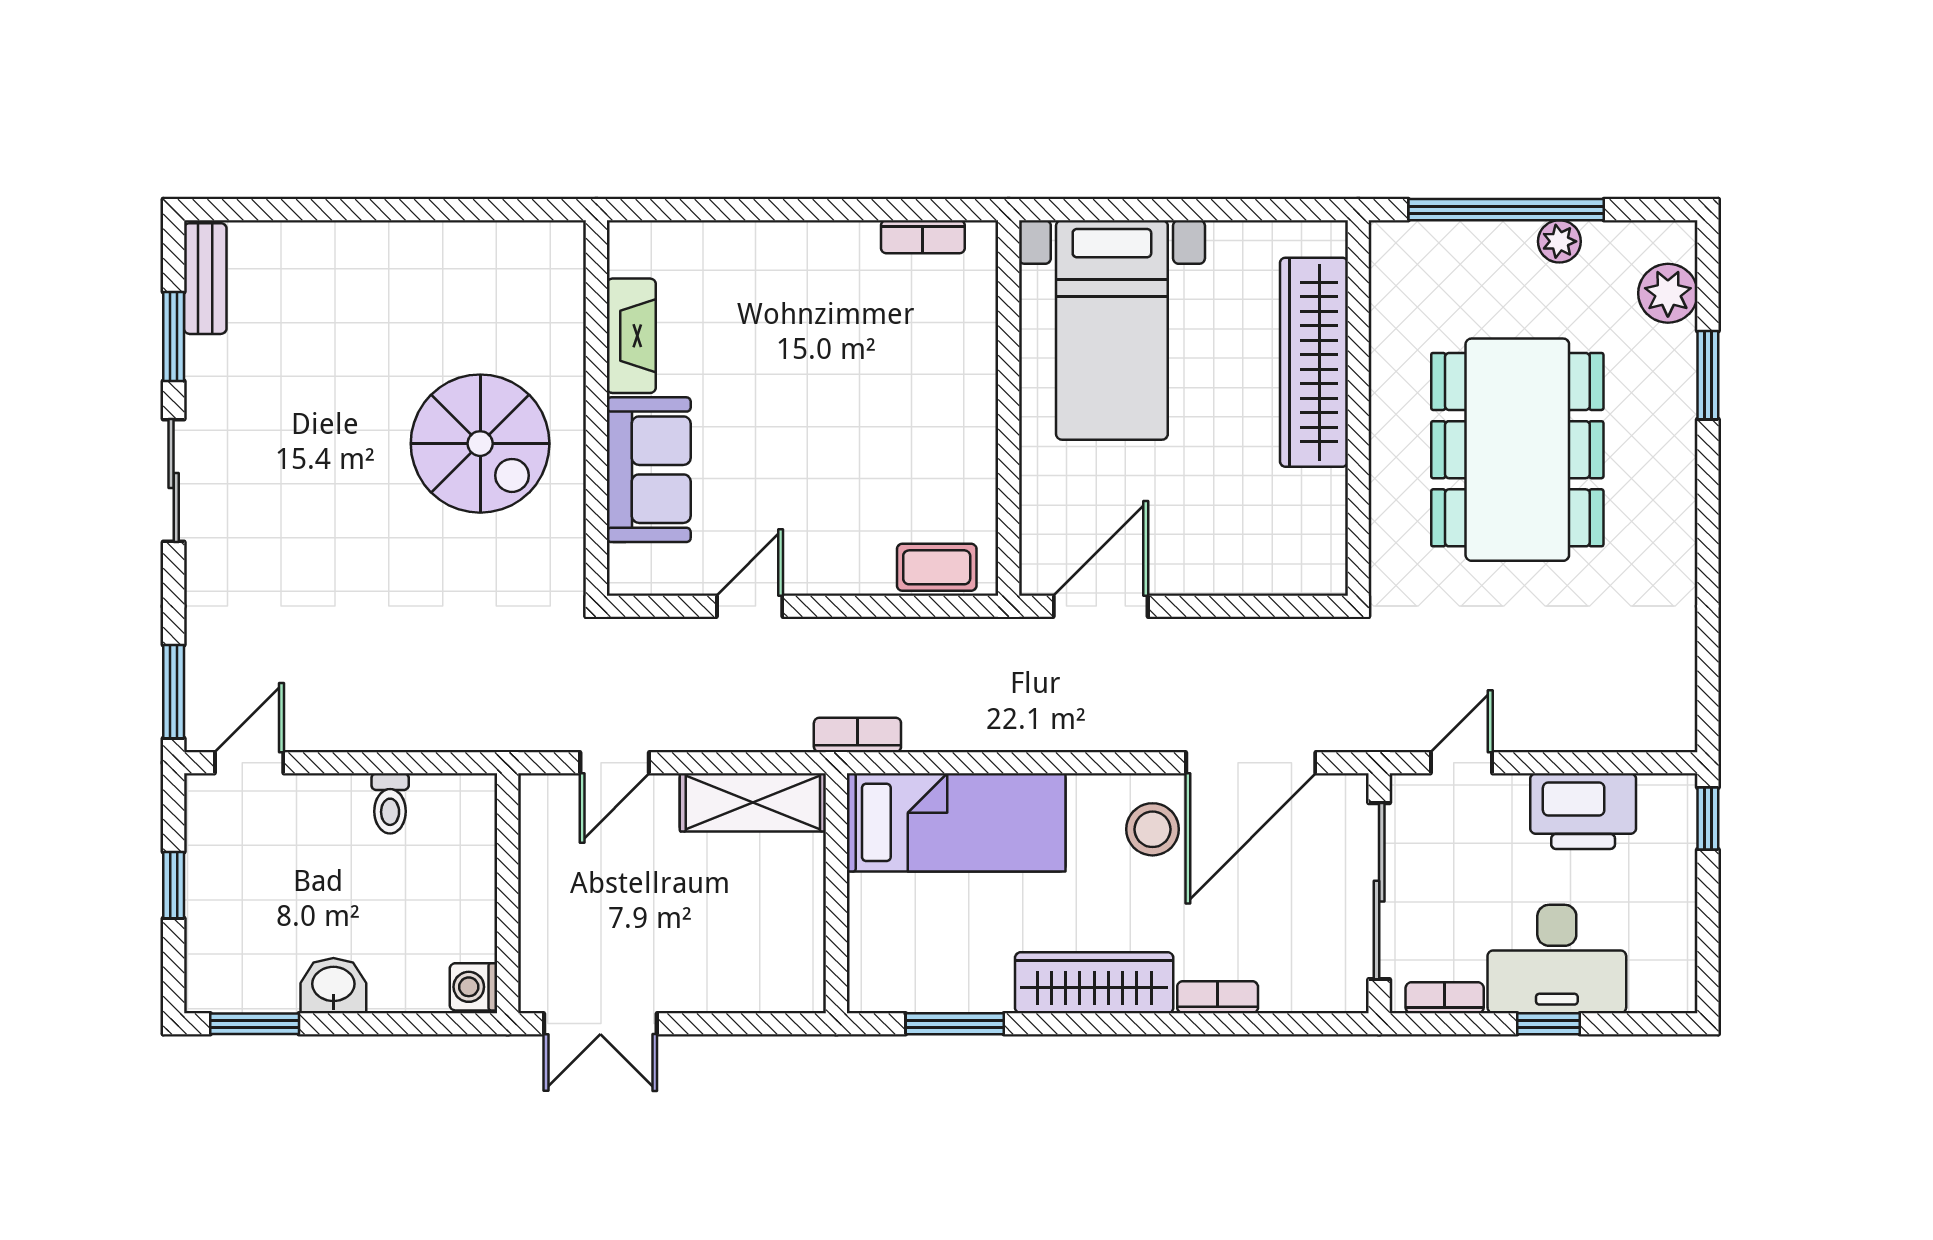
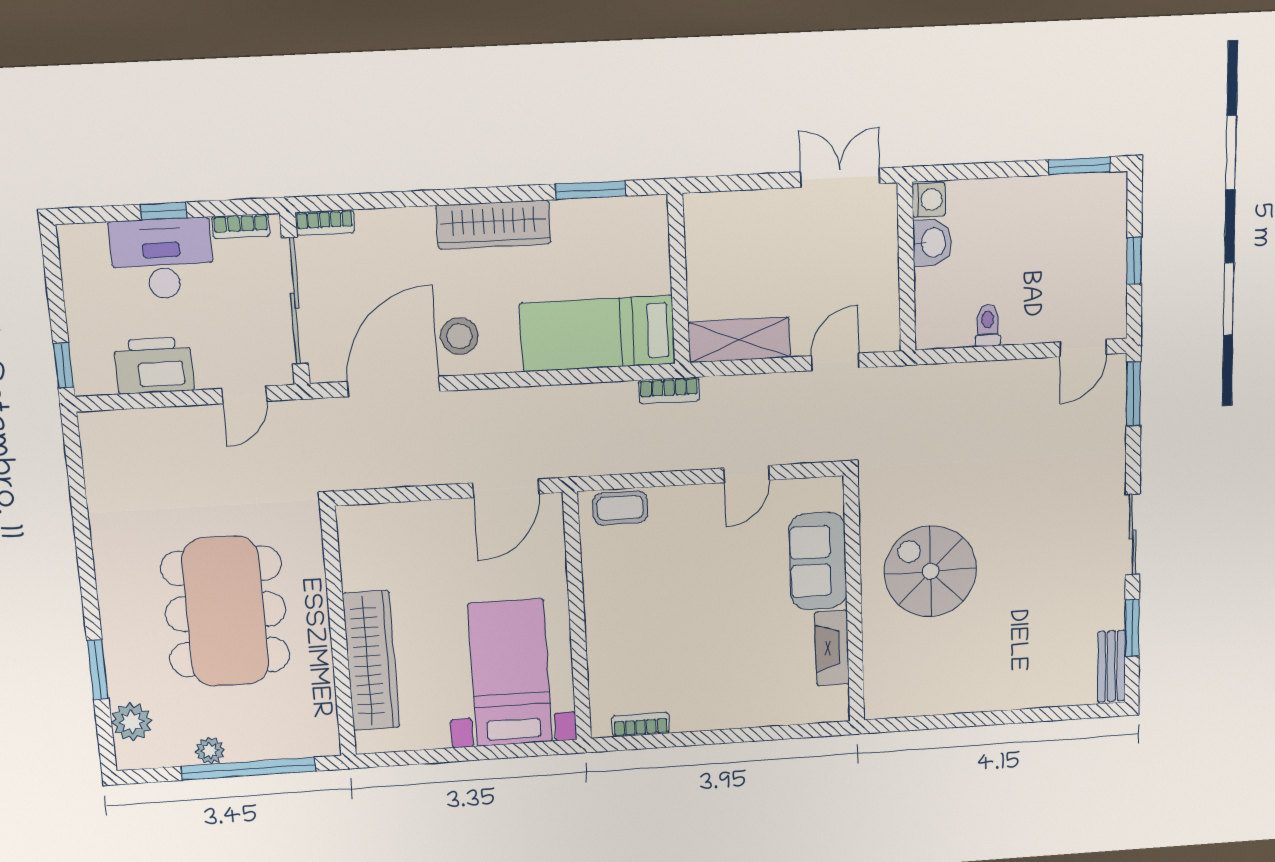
washbasin: (333, 986) -> (932, 243), moved, turned -90
bookcase: (1218, 997) -> (325, 223), moved

